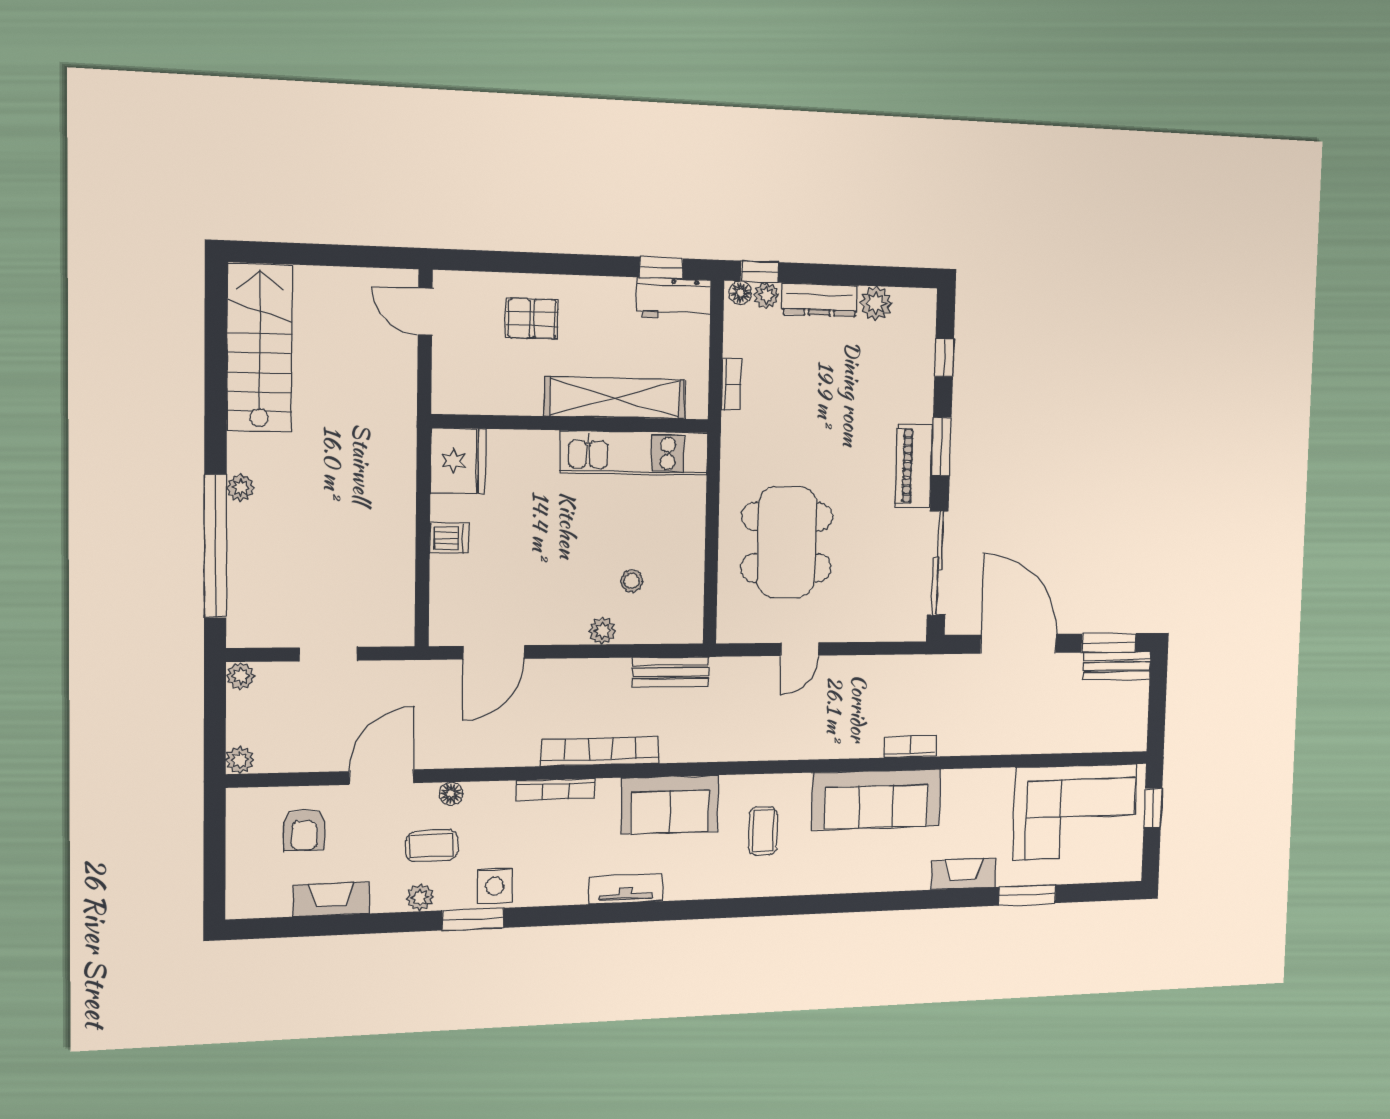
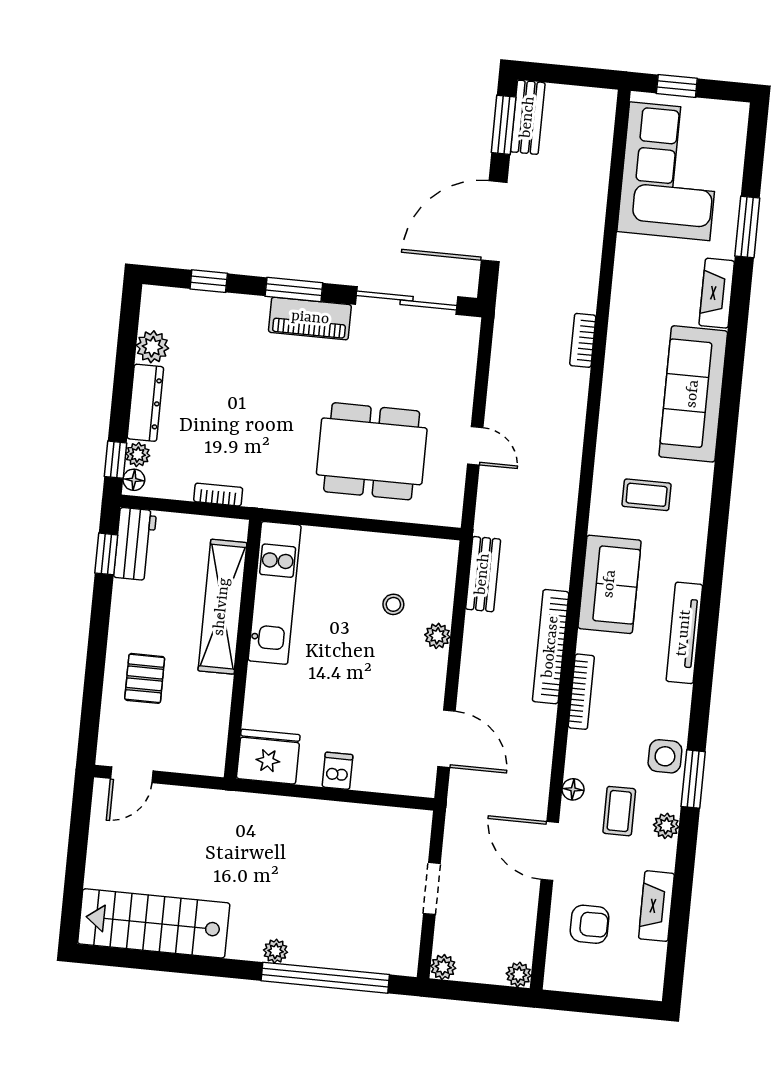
sofa: (876, 799) -> (693, 394), moved, turned 180
tv unit: (626, 889) -> (684, 633), width x1.41

